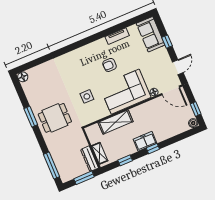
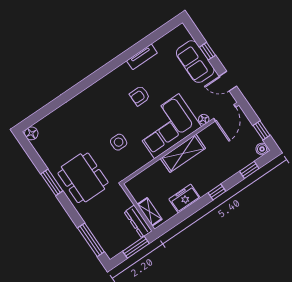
sofa: (151, 34) -> (195, 62), moved
door: (178, 67) -> (228, 81), swing flipped
door: (171, 90) -> (225, 113), hinge flipped
dining table: (55, 118) -> (83, 178), width x1.38
shelving: (116, 122) -> (183, 153), moved
freezer: (145, 141) -> (185, 199), moved
window: (125, 160) -> (249, 170), moved

